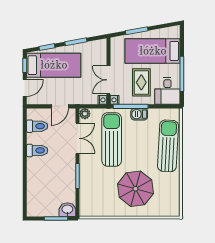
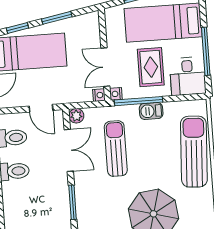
door: (60, 106) -> (41, 108), hinge flipped
sun lounger: (112, 139) -> (116, 149), width x0.73, depth x0.75

